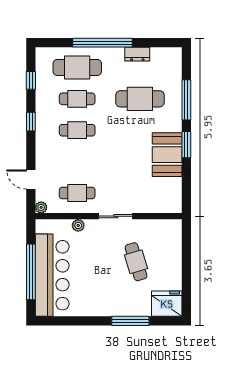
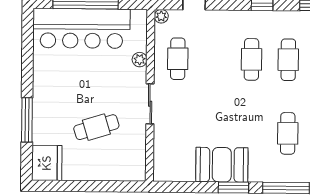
cafe table: (140, 99) -> (288, 133), width x0.73, depth x0.74

